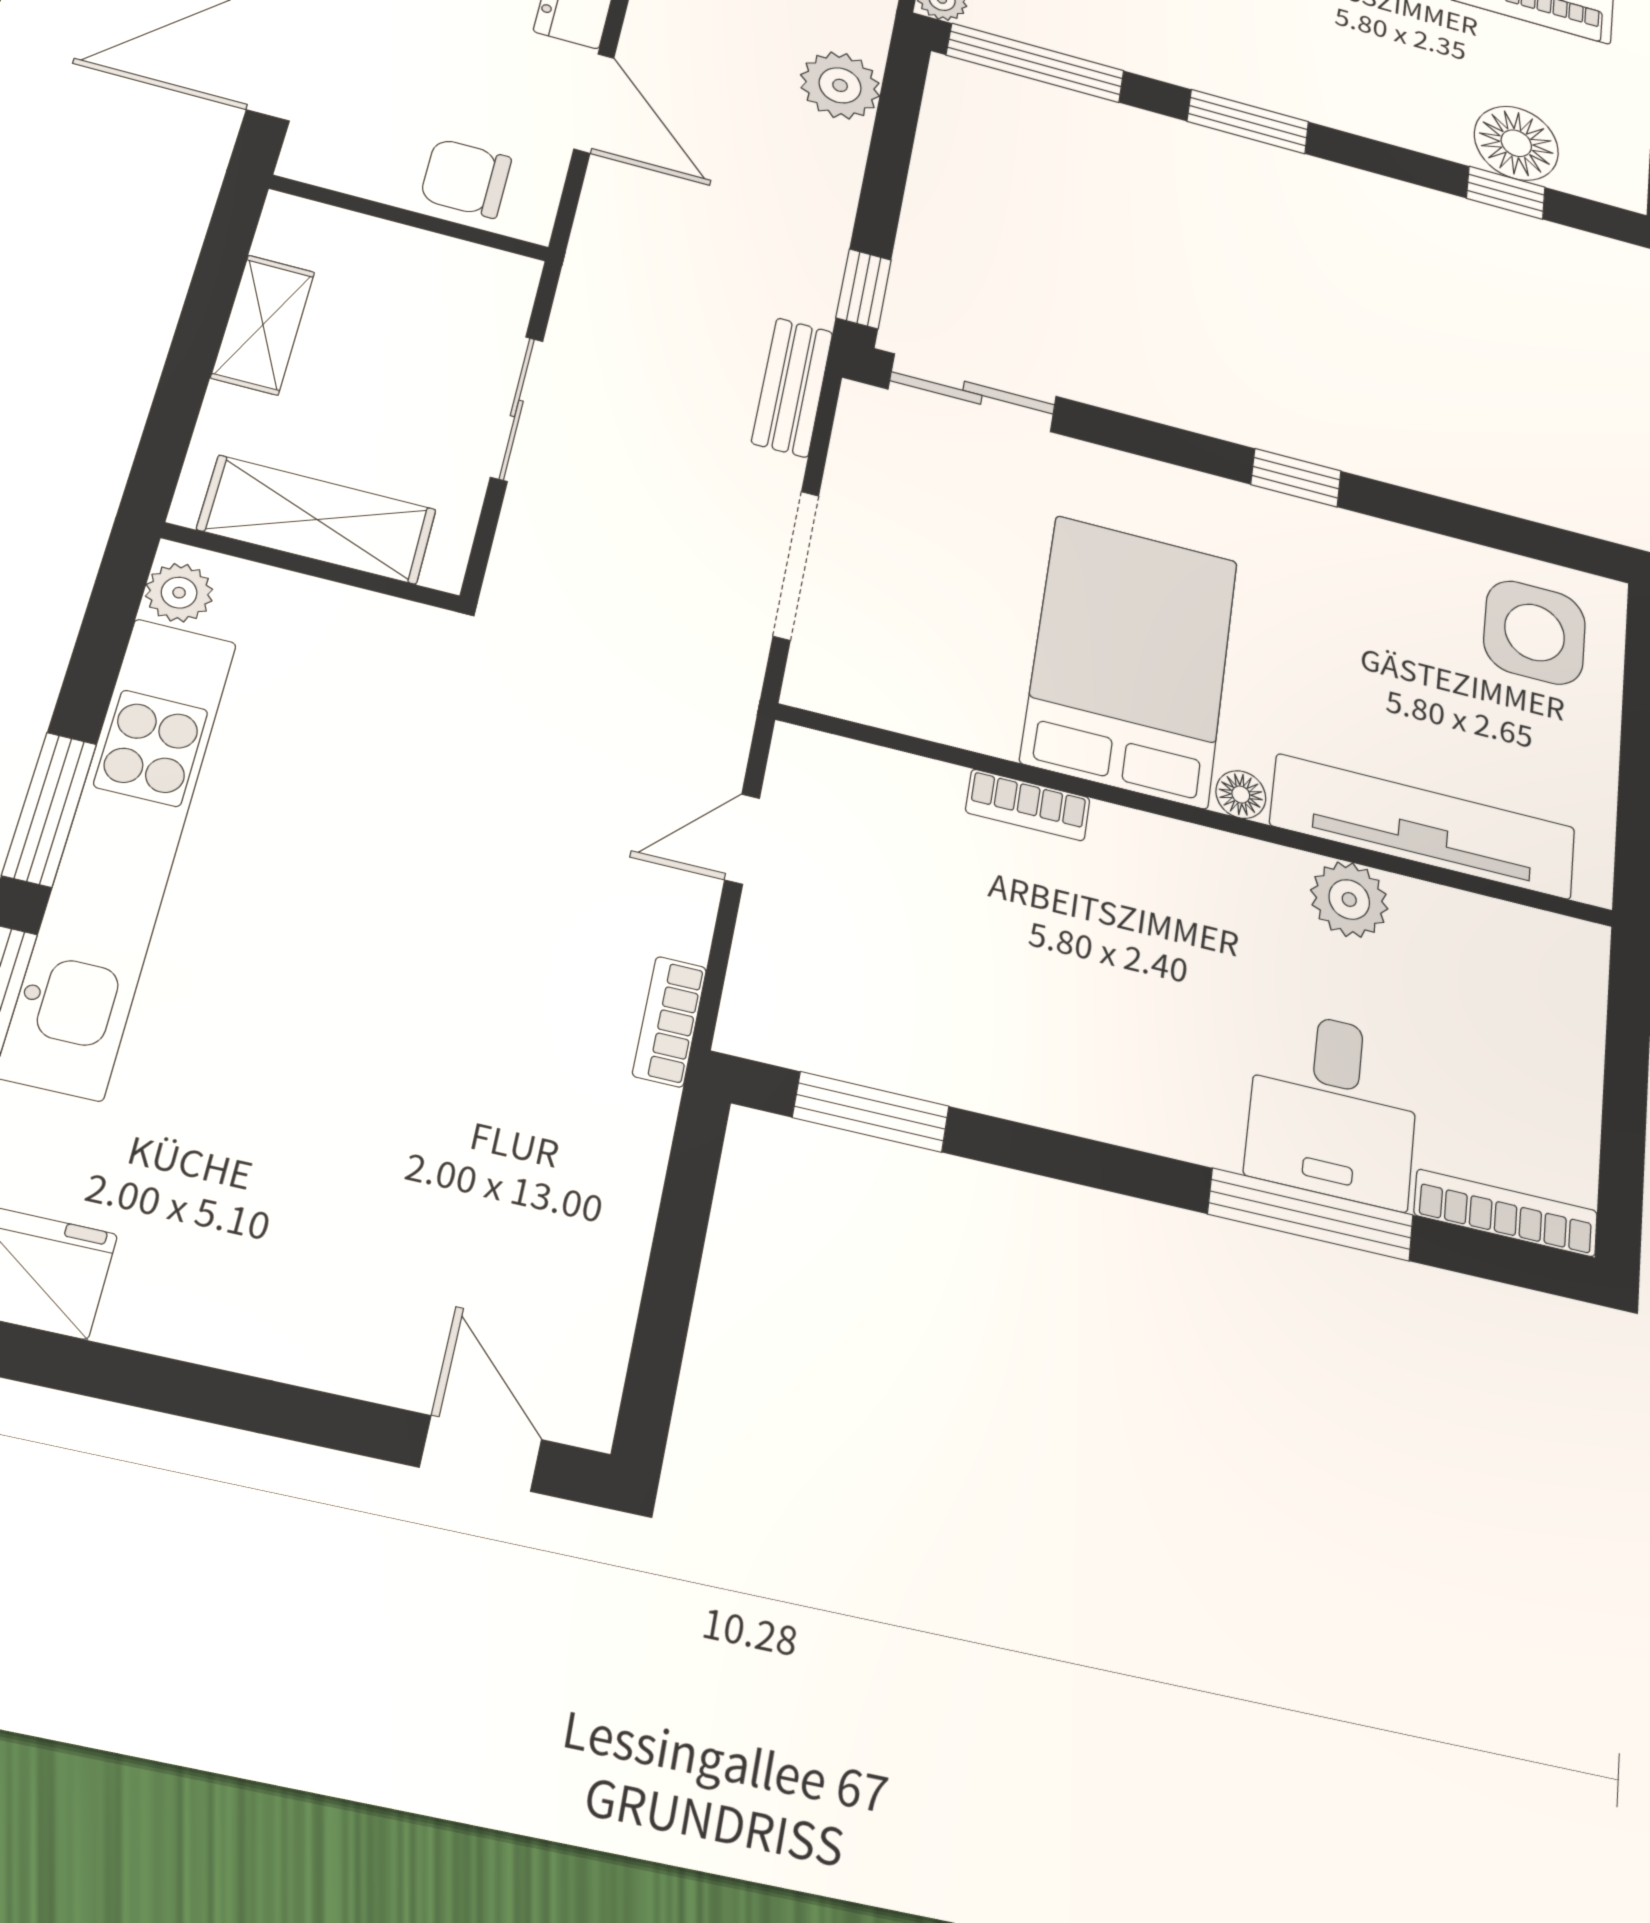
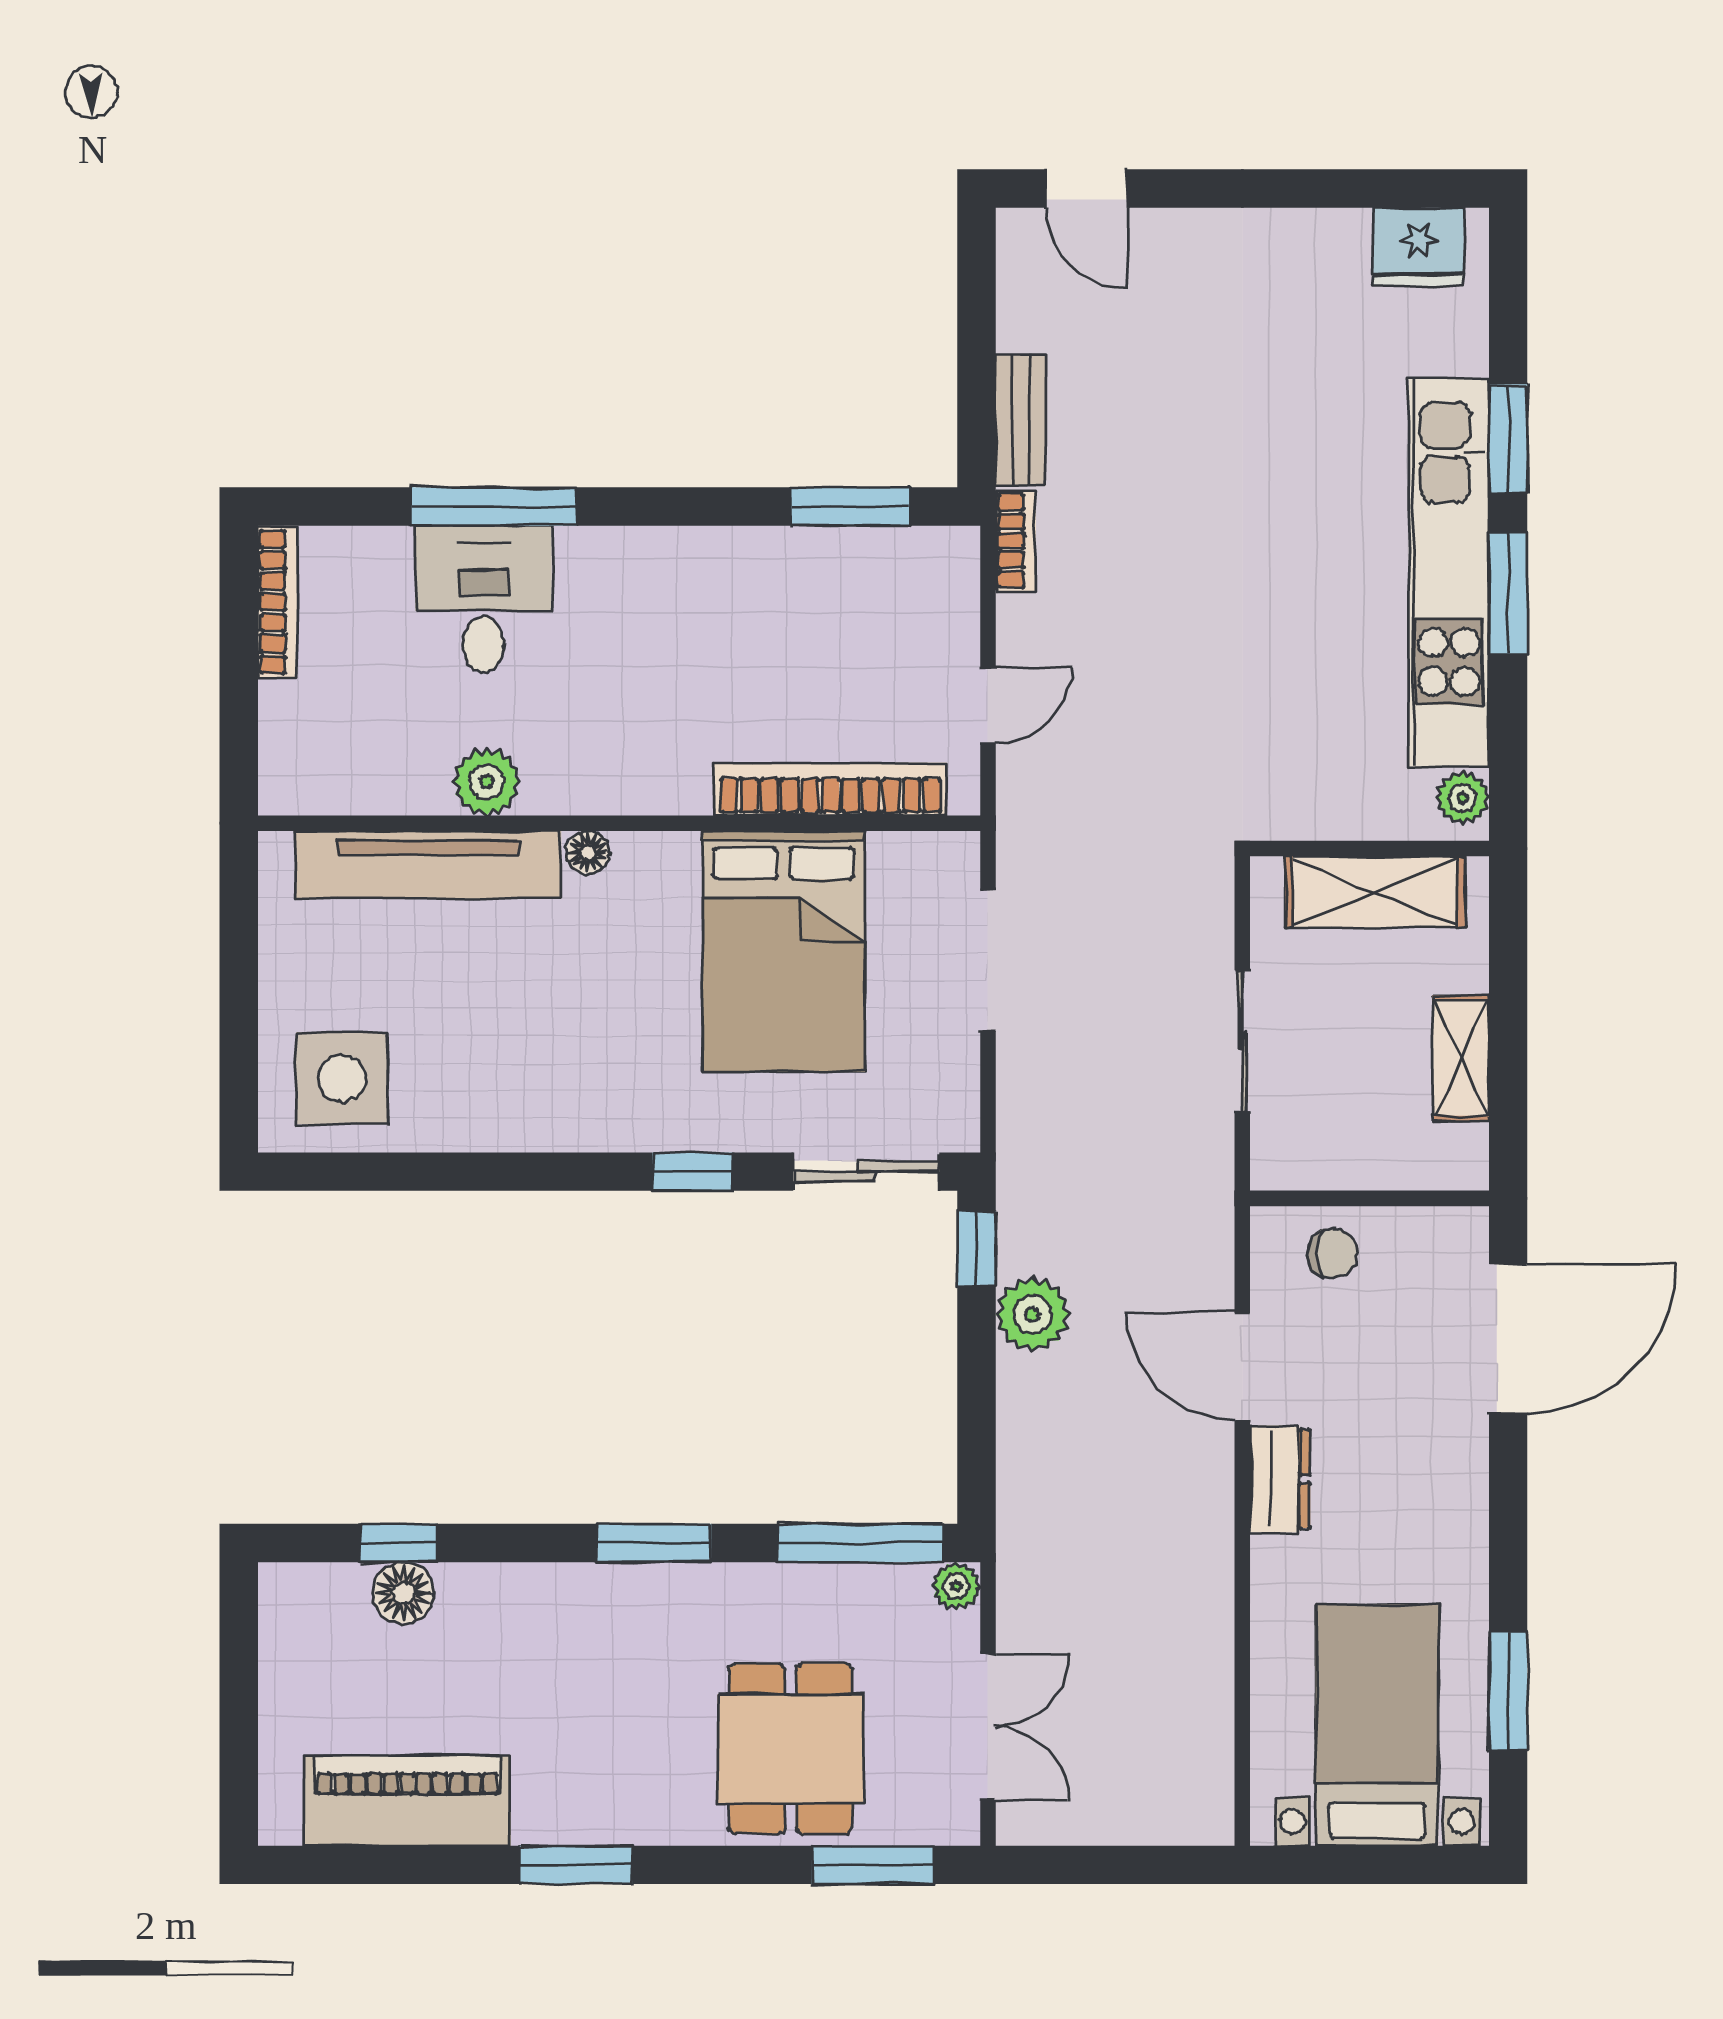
plant: (840, 85) -> (1033, 1314), moved
floor lamp: (1516, 143) -> (404, 1593), width x0.73, depth x0.73
chair: (466, 178) -> (1333, 1253), width x0.73, depth x0.73
bench: (792, 387) -> (1021, 420), moved
window: (1296, 478) -> (692, 1172), moved
bed: (1131, 660) -> (784, 951), moved
bookcase: (1028, 805) -> (830, 789), width x2.31, depth x1.31
bookcase: (1506, 1213) -> (277, 602), moved, turned -90

